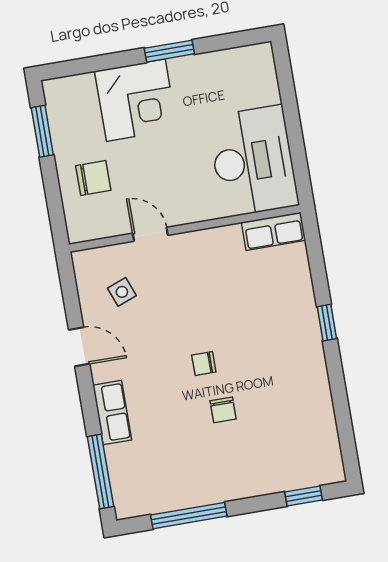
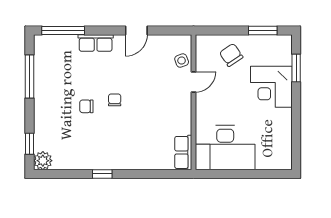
window: (169, 51) -> (296, 68), moved
chair: (93, 178) -> (231, 55), turned 146
side table: (122, 292) -> (182, 61), moved
window: (327, 323) -> (102, 174), moved
plant: (328, 468) -> (43, 161), added

